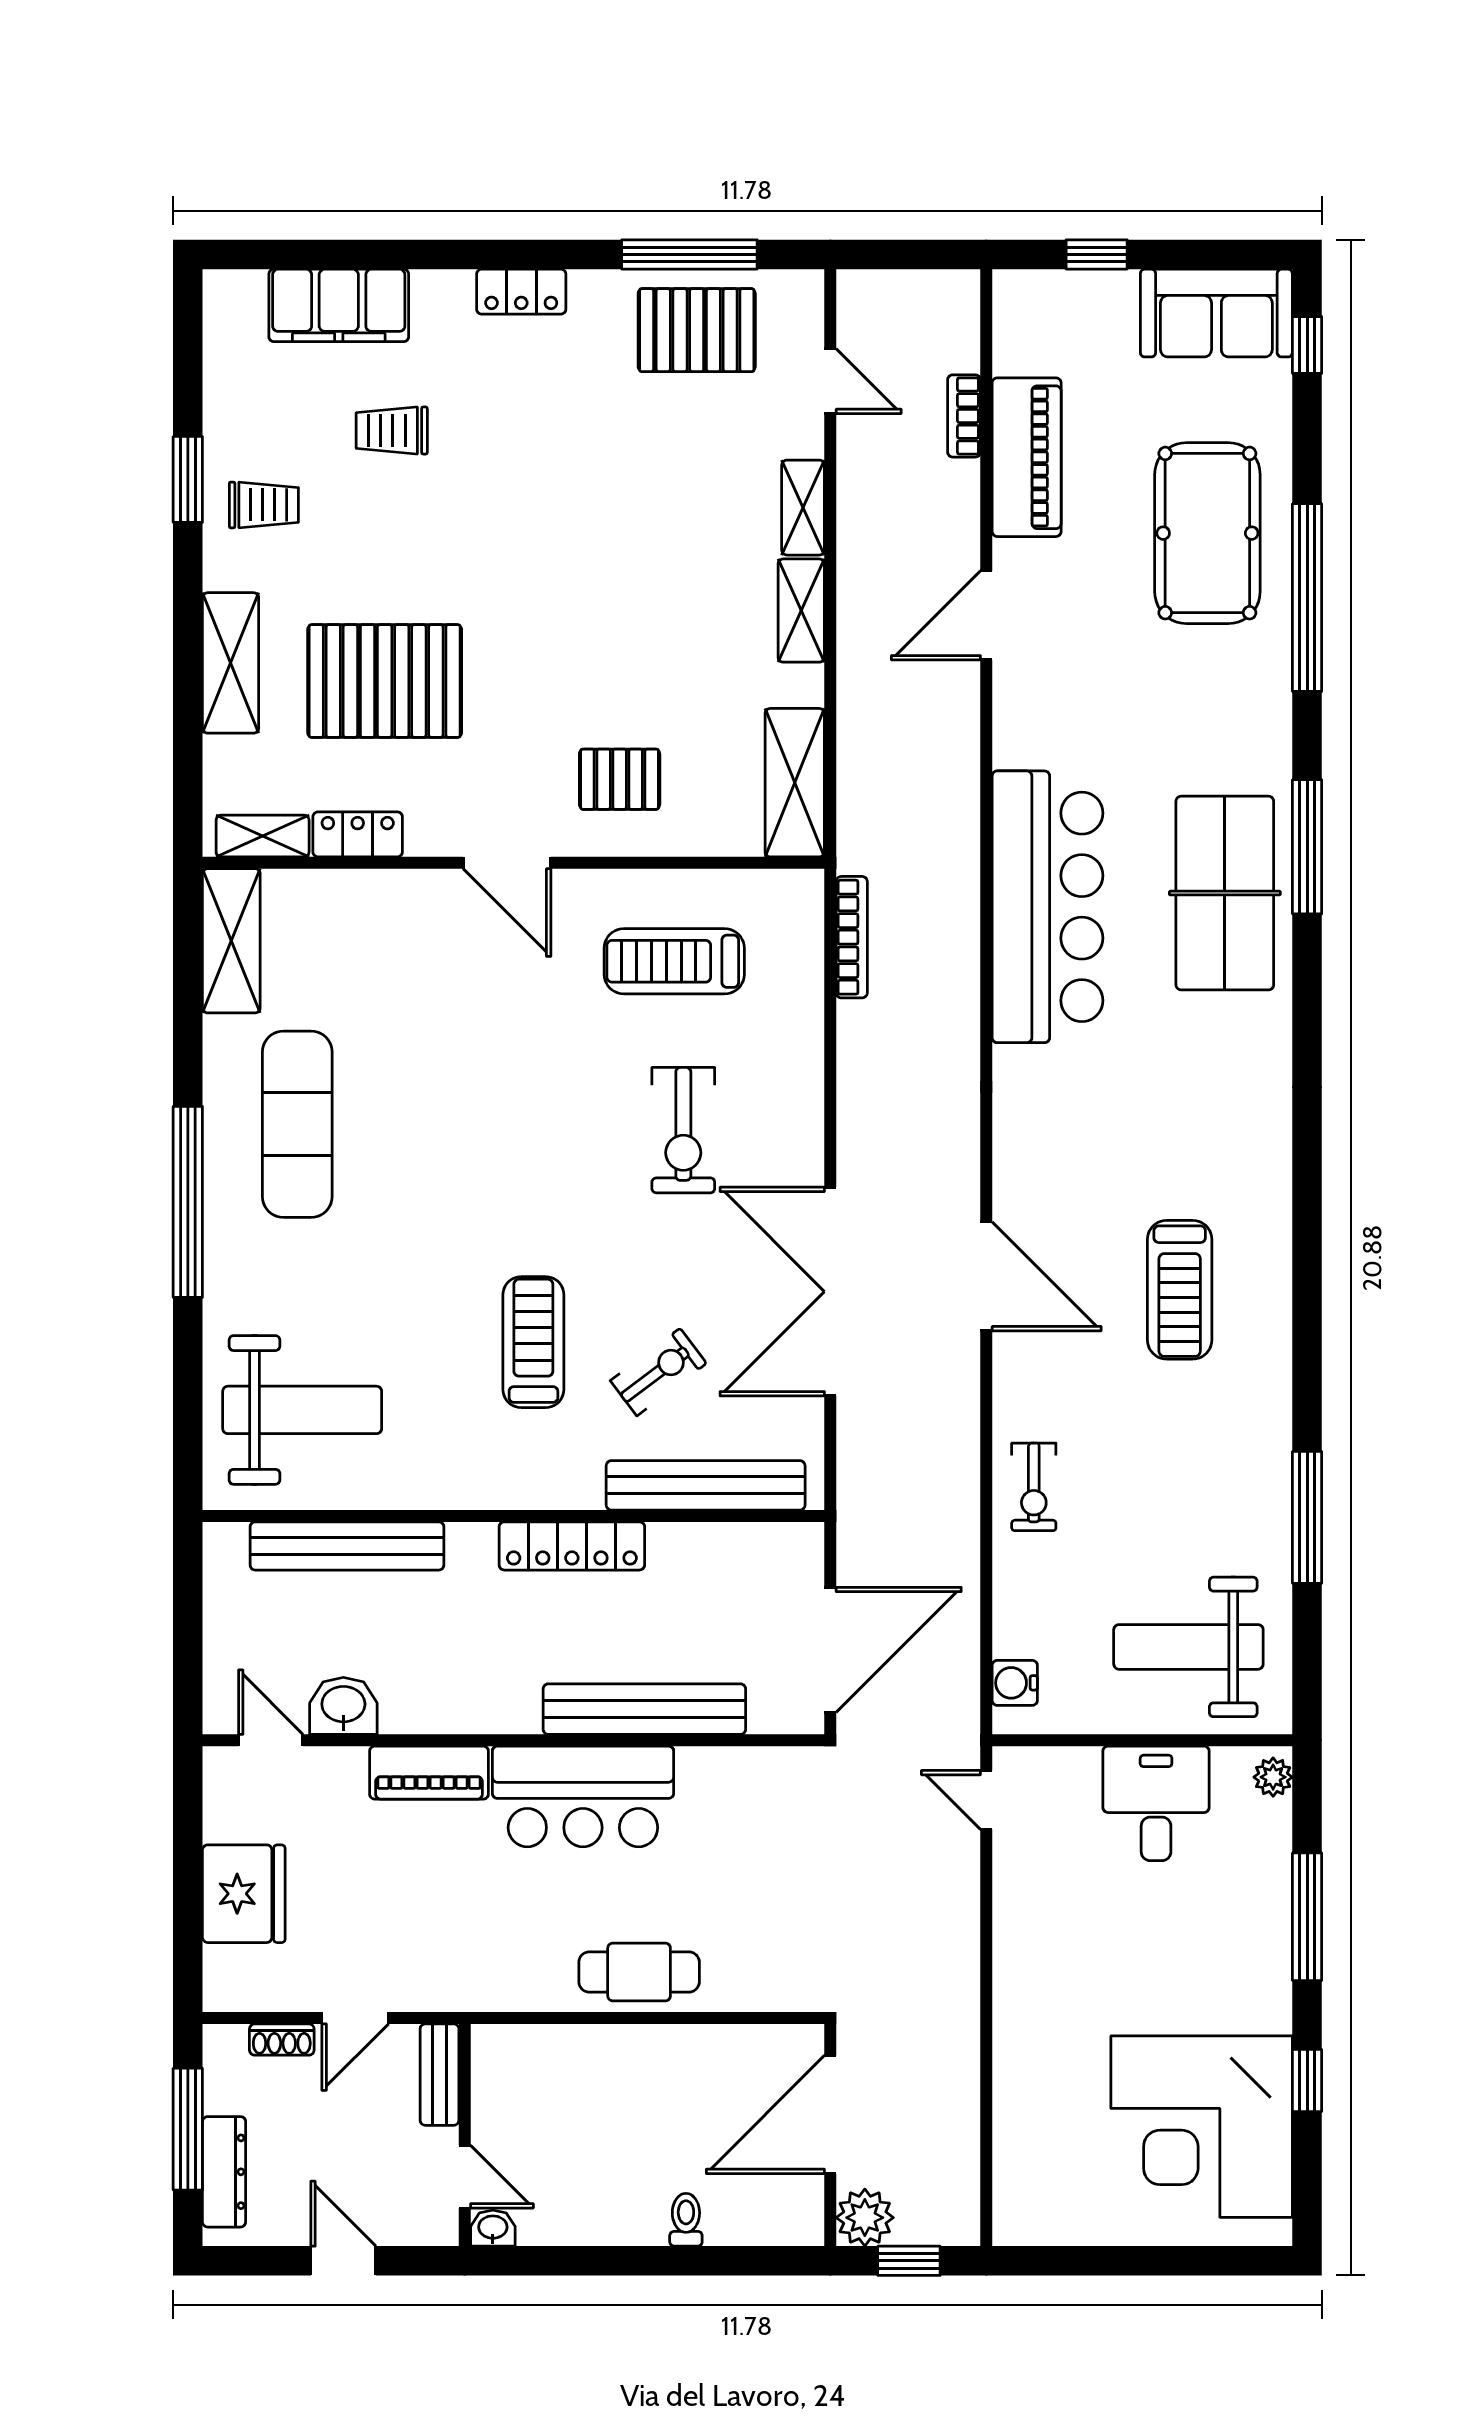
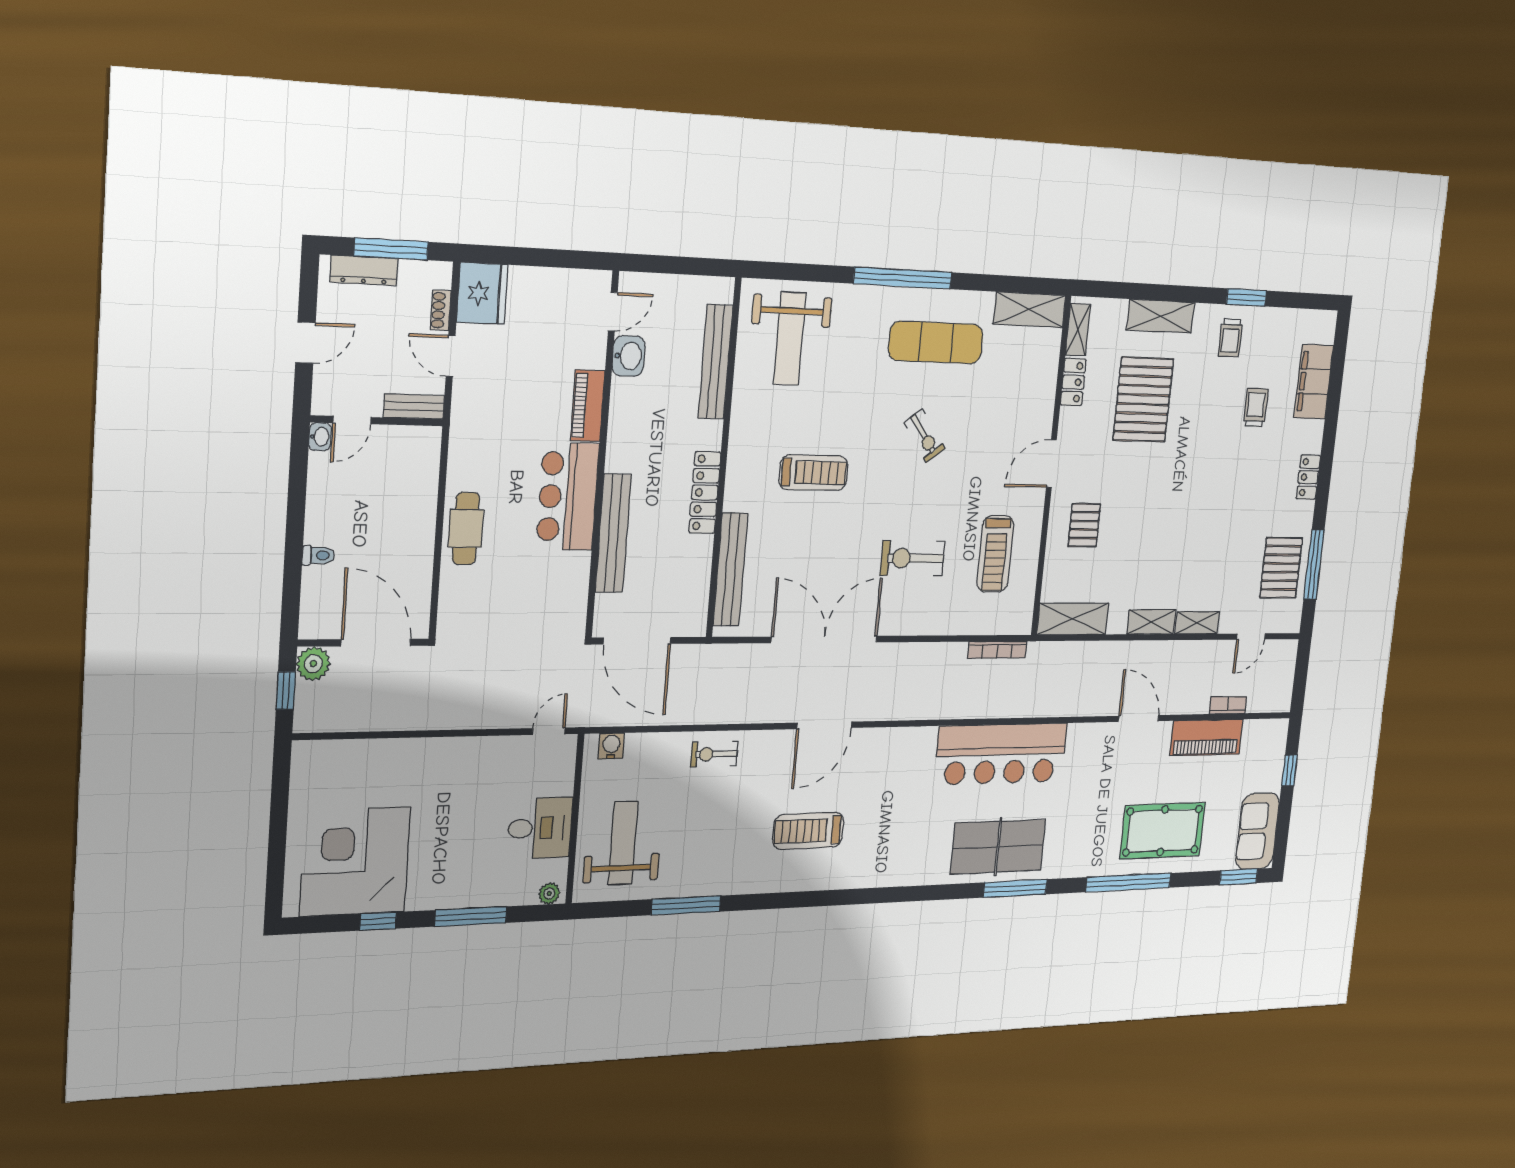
window: (1307, 345) -> (1239, 877), width x1.50
treadmill: (674, 961) -> (995, 554), turned 180
exercise bike: (658, 1372) -> (924, 436), moved
fridge: (244, 1894) -> (482, 293), moved, turned -90

